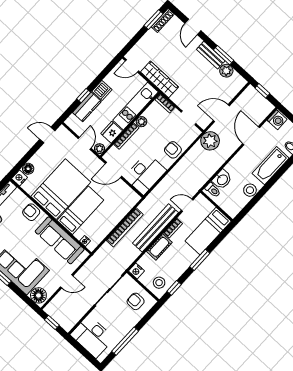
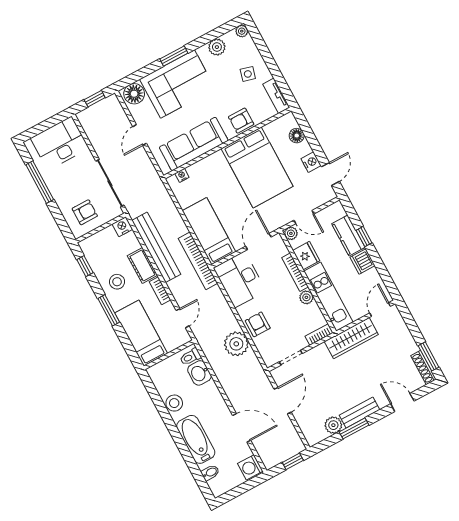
plant: (210, 141) -> (236, 344), moved
armchair: (173, 150) -> (258, 324), turned -90
nightstand: (20, 178) -> (311, 162), moved
bed: (80, 210) -> (209, 231), moved, turned 180
armchair: (31, 212) -> (241, 121), turned 180
bookcase: (125, 227) -> (198, 261), moved
bench: (155, 228) -> (156, 247), moved
stool: (159, 283) -> (117, 282), moved

